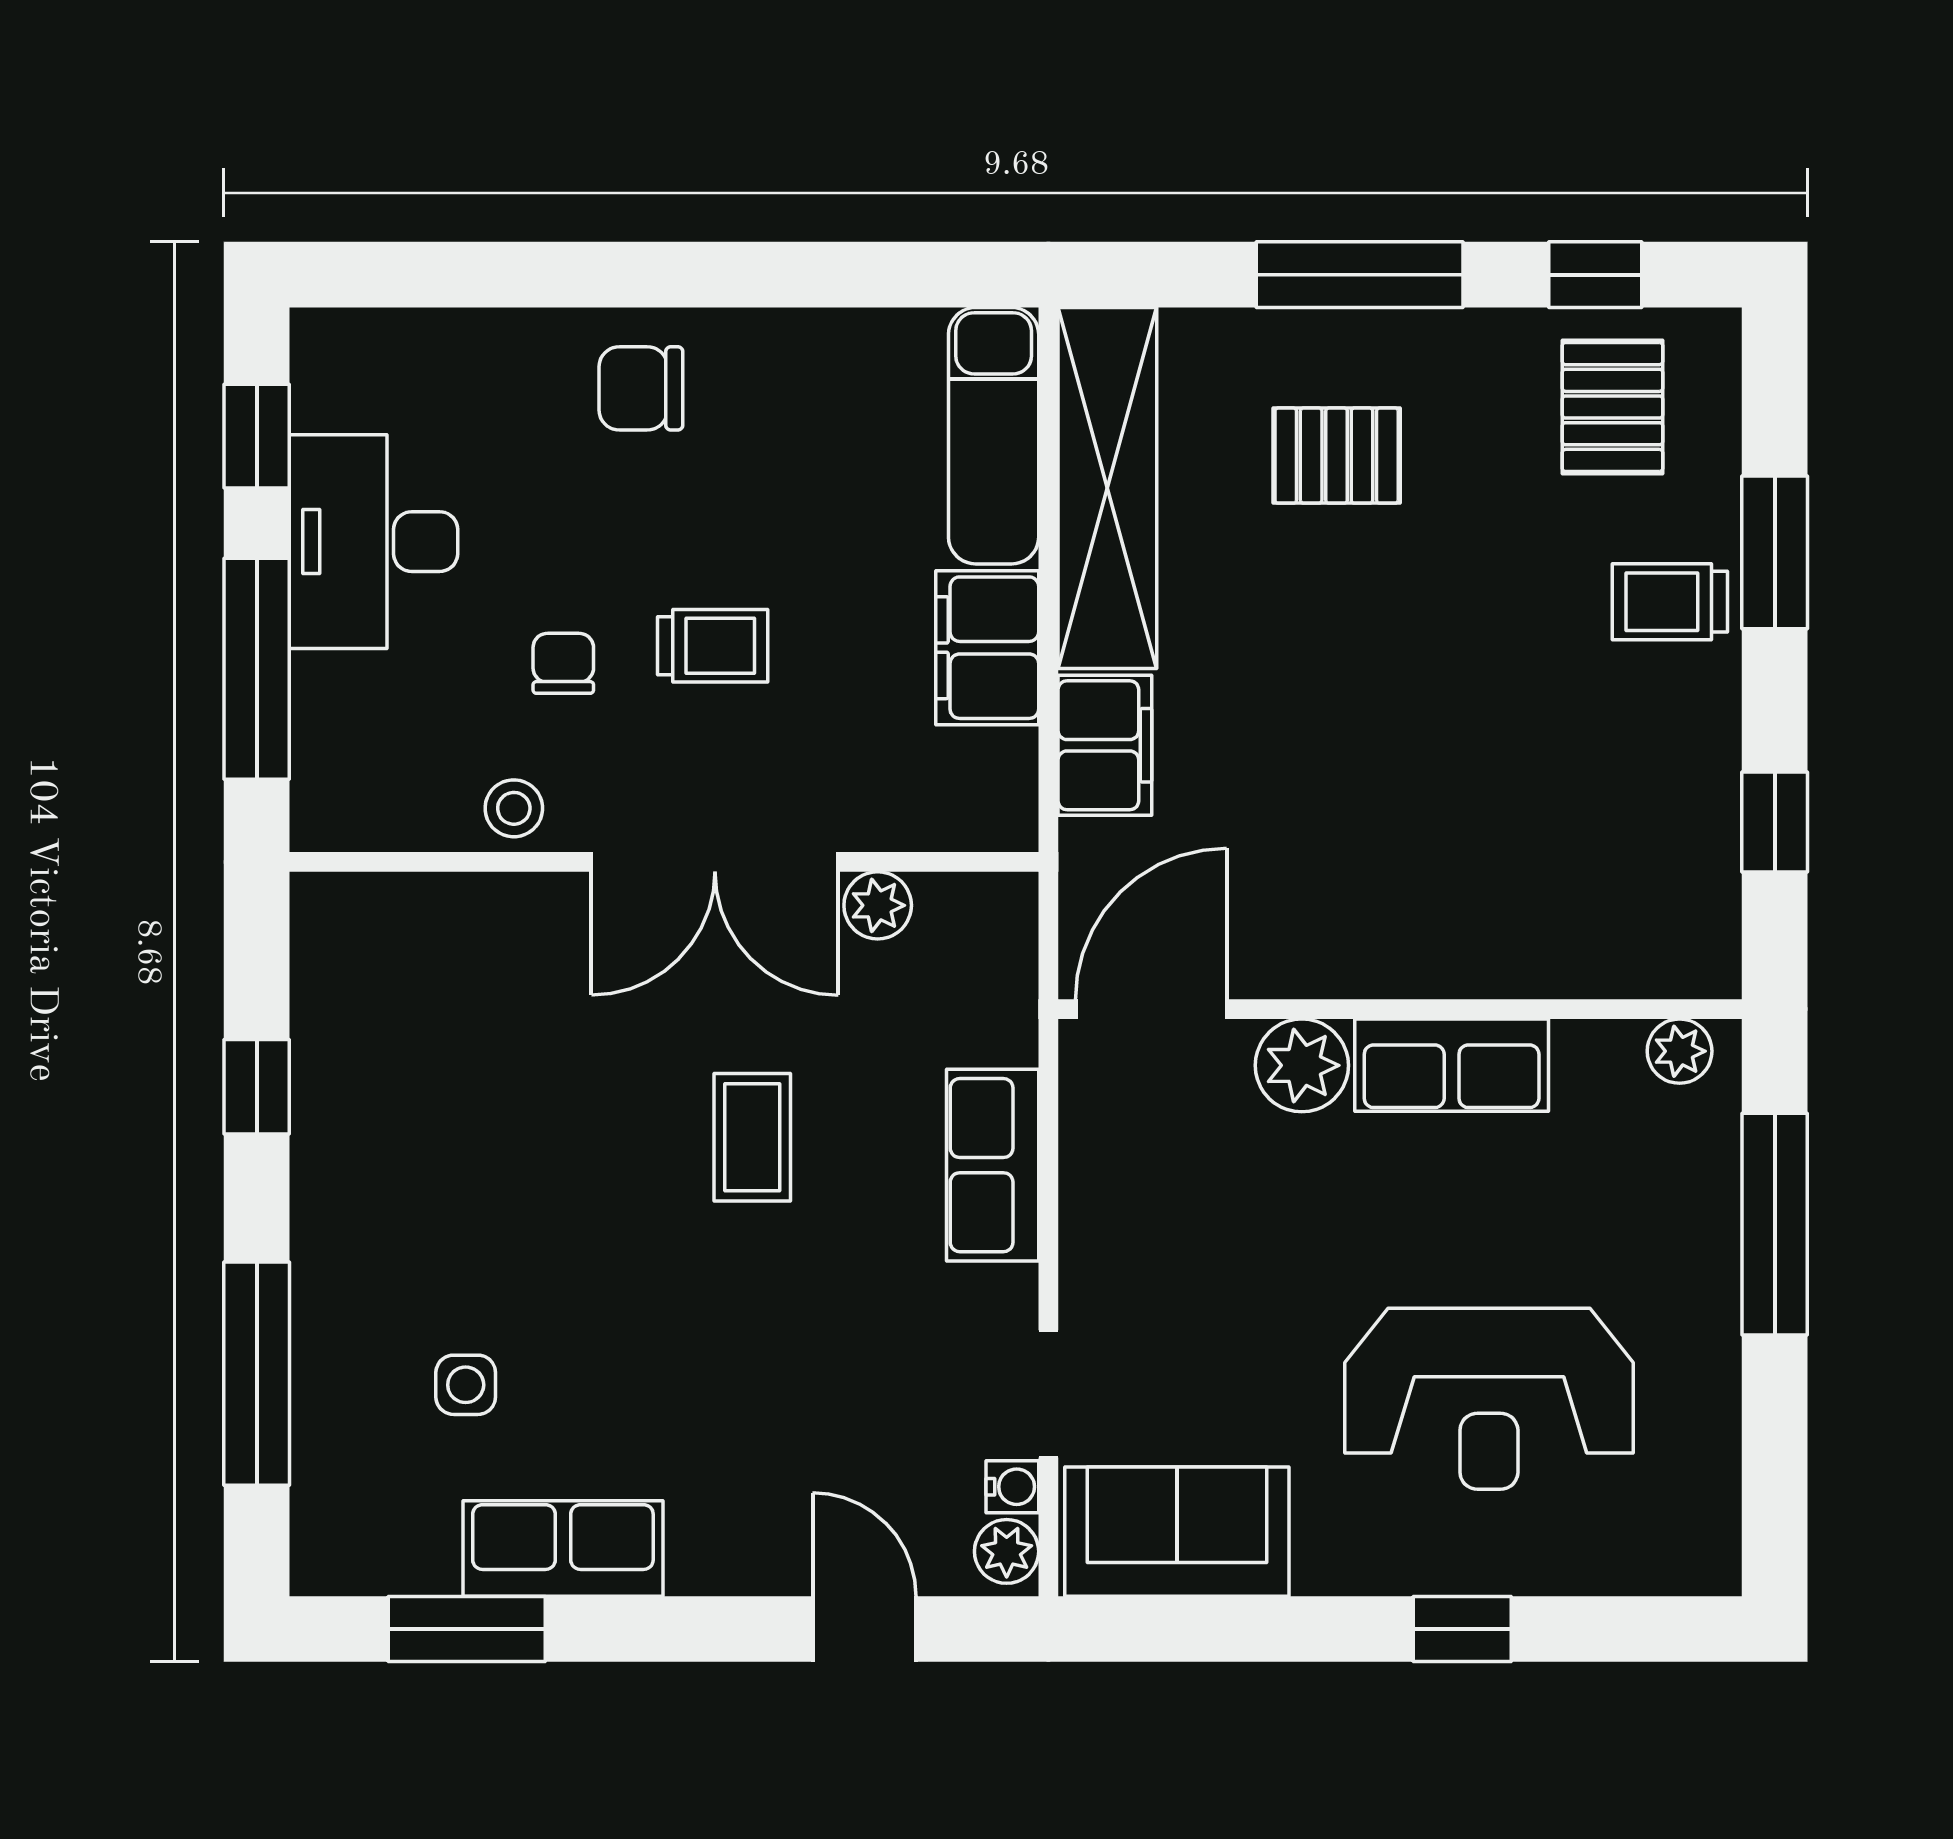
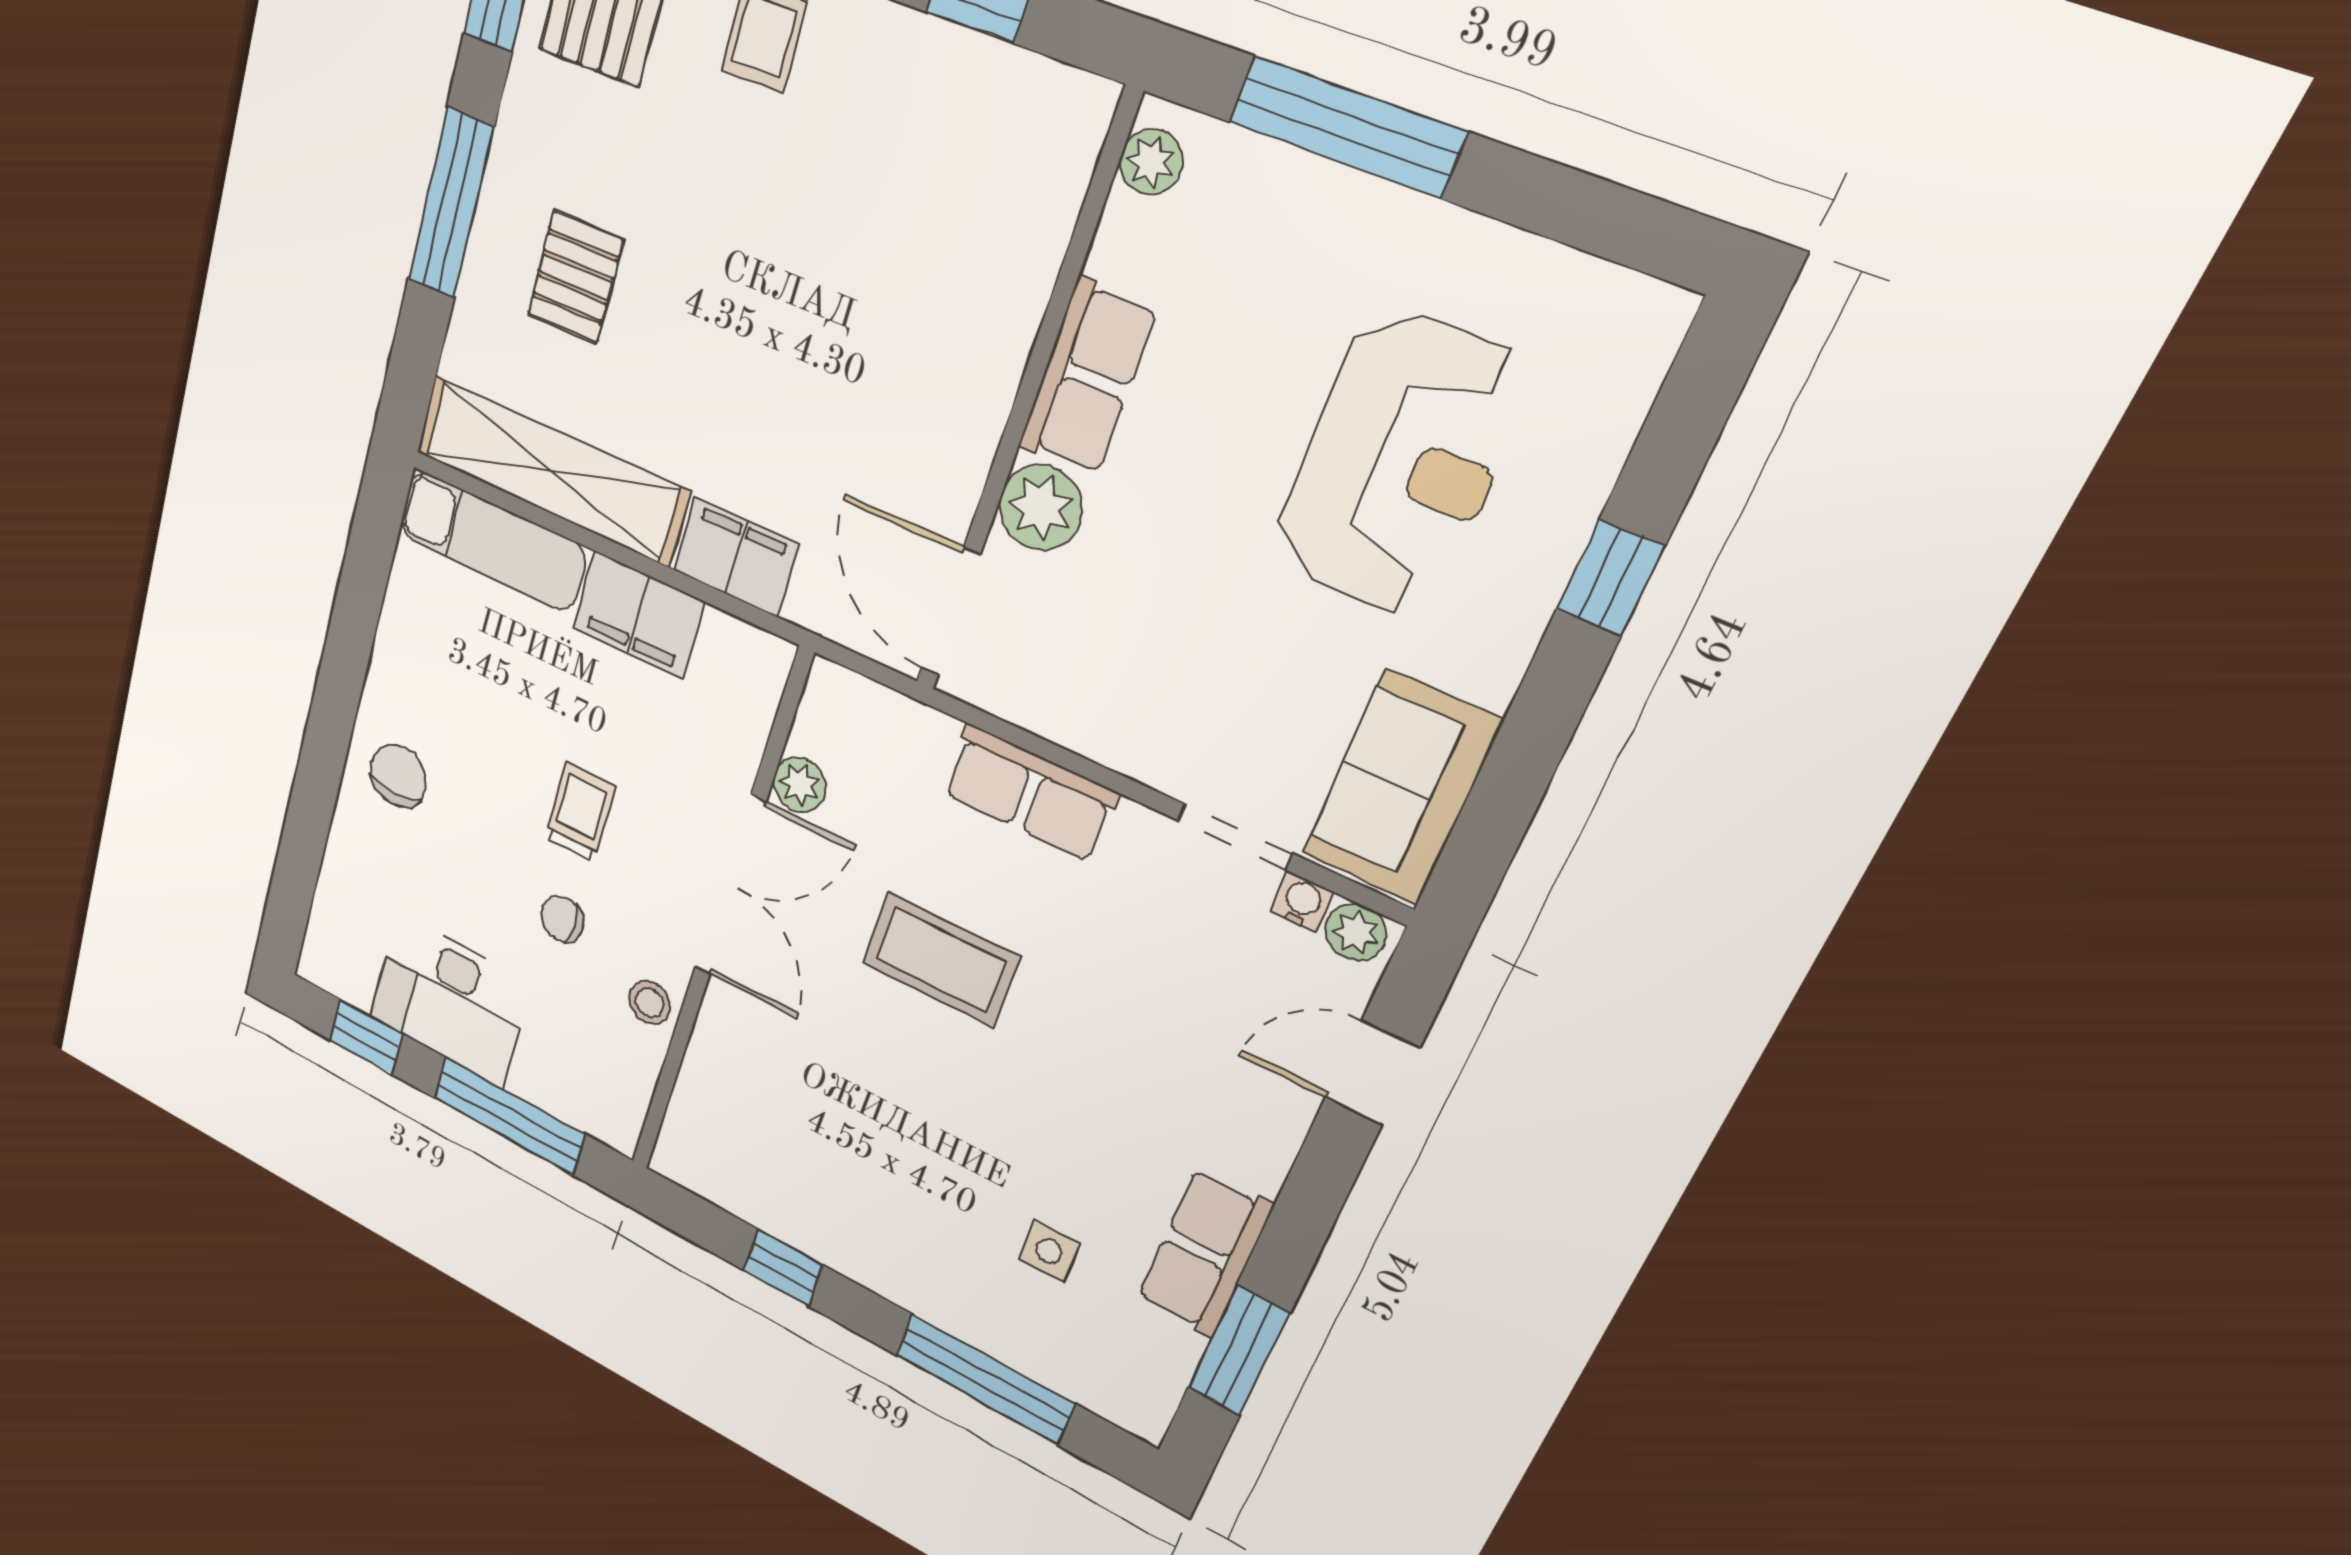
chair: (641, 388) -> (398, 776), turned 180
coffee table: (752, 1137) -> (941, 960), width x1.36, depth x1.30

